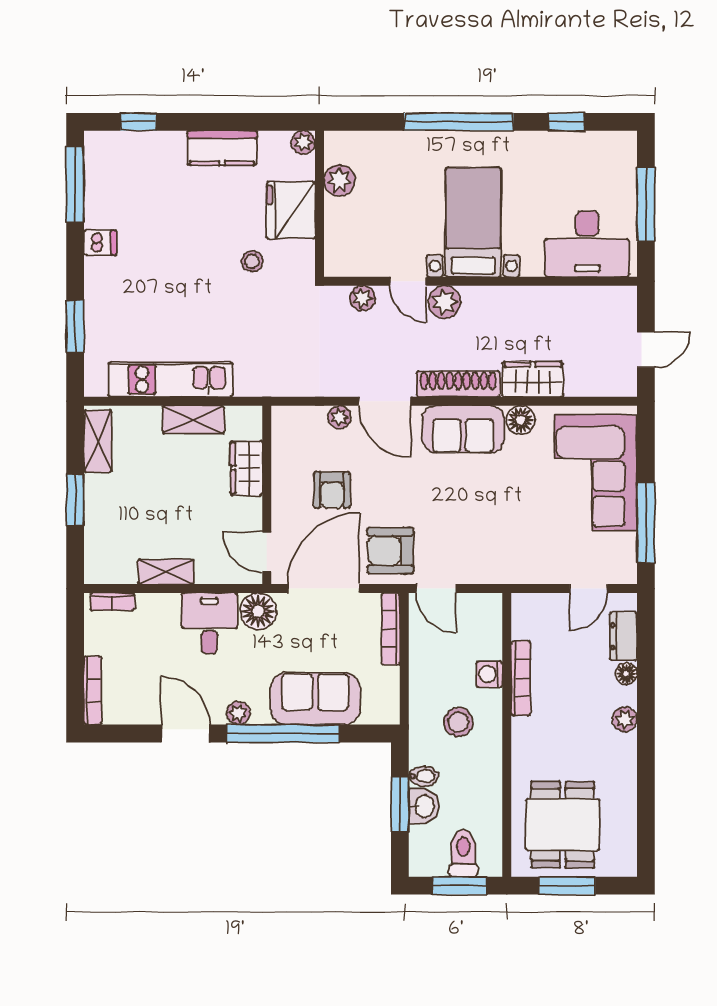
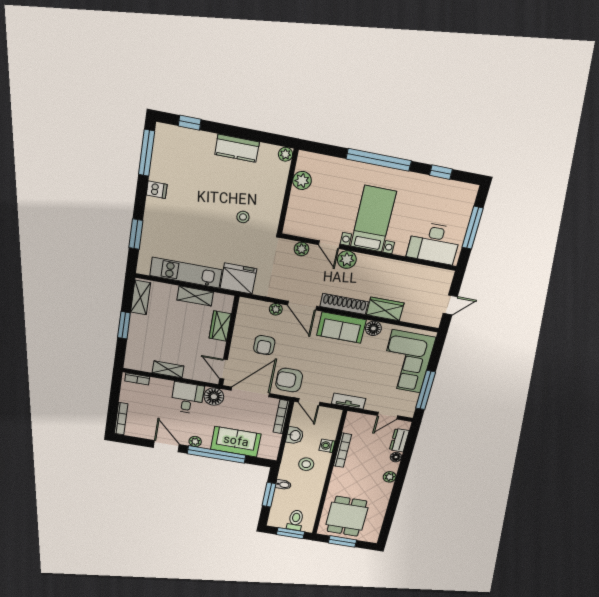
fridge: (291, 210) -> (238, 279), moved, turned 90
tv unit: (509, 573) -> (349, 401), added
washbasin: (424, 806) -> (295, 435), moved

